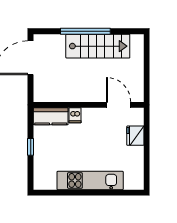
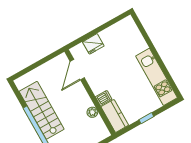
plant: (67, 96) -> (92, 112), added
kitchen unit: (90, 180) -> (157, 77), moved

